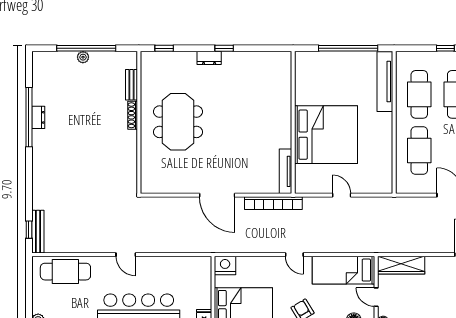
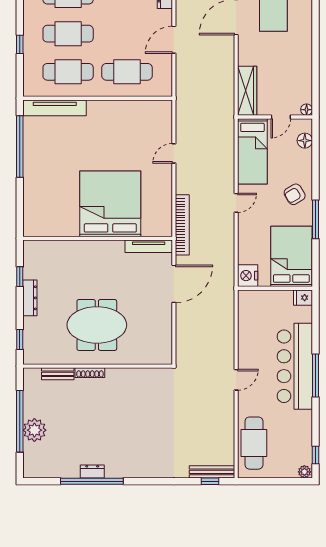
plant: (83, 57) -> (34, 430), width x1.87, depth x1.87
dresser: (209, 58) -> (30, 298), width x1.44
wall: (293, 122) -> (98, 238), moved
bed: (326, 135) -> (110, 204), moved
tv unit: (286, 171) -> (149, 246), moved

